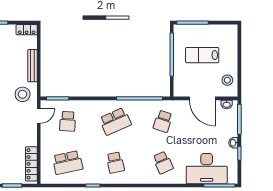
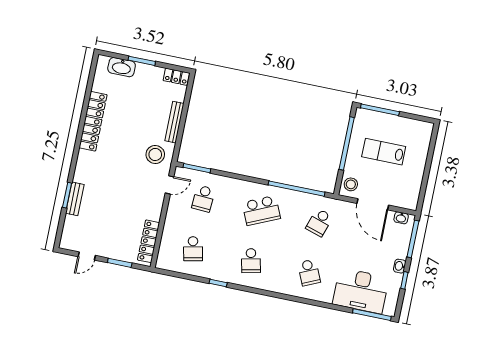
stool: (227, 80) -> (351, 184), moved
school desk: (68, 163) -> (193, 249), width x0.54

